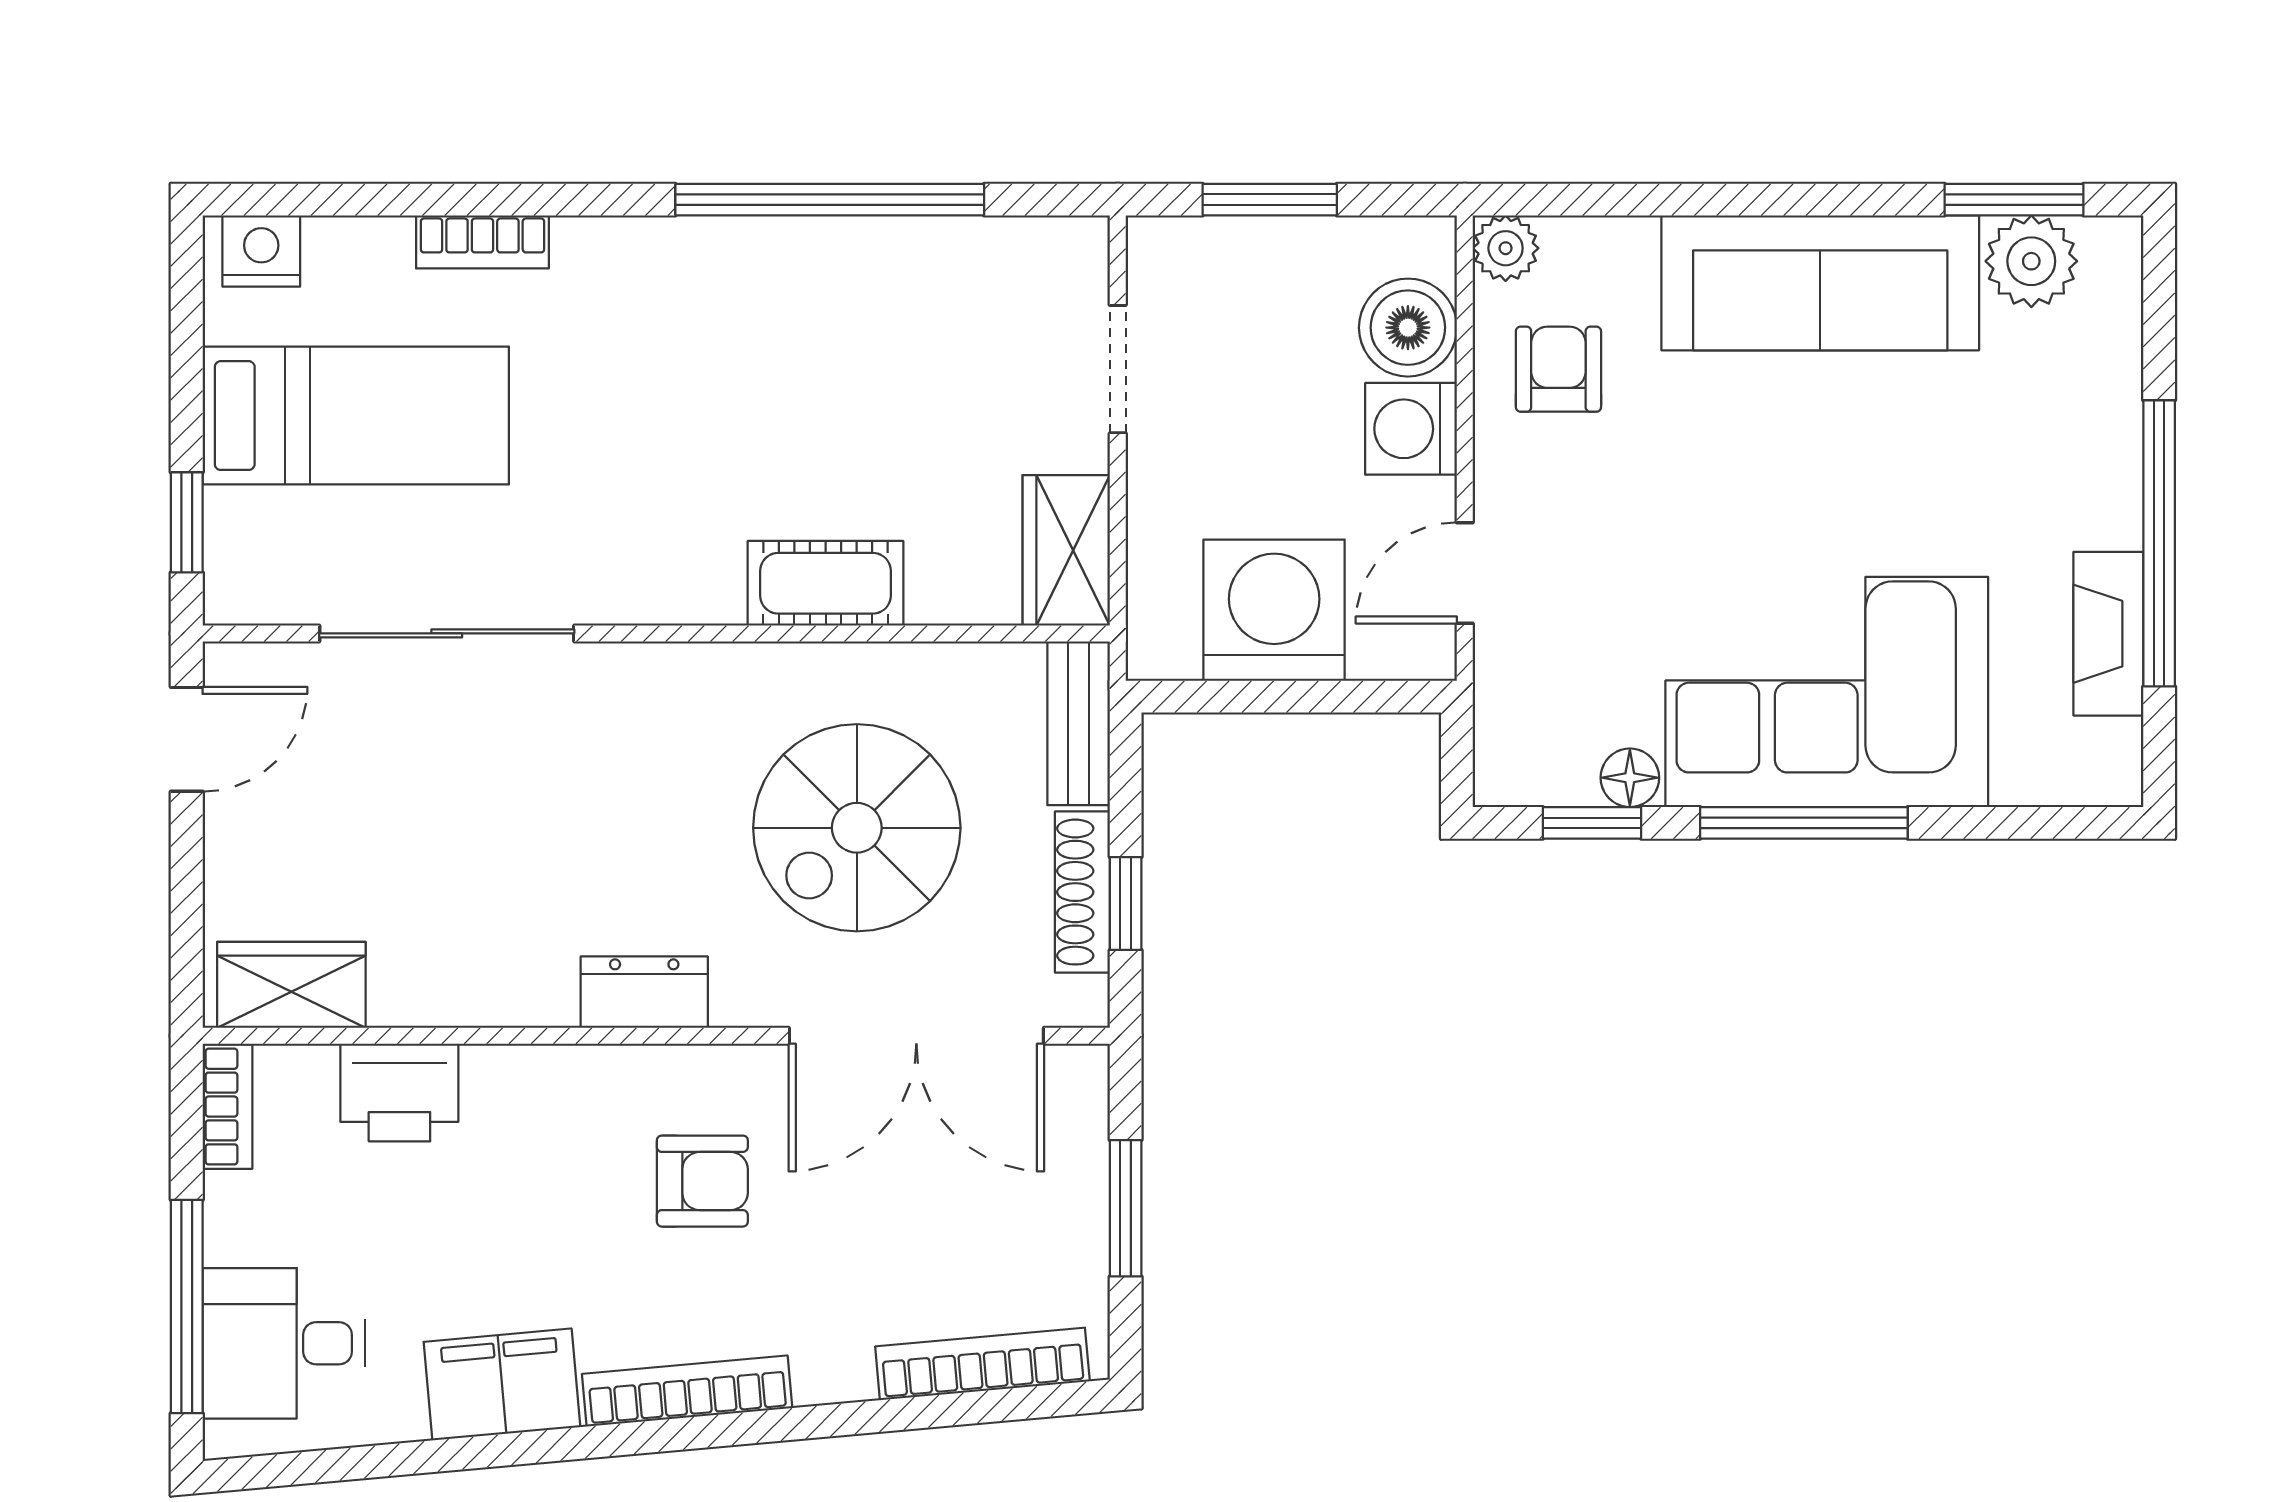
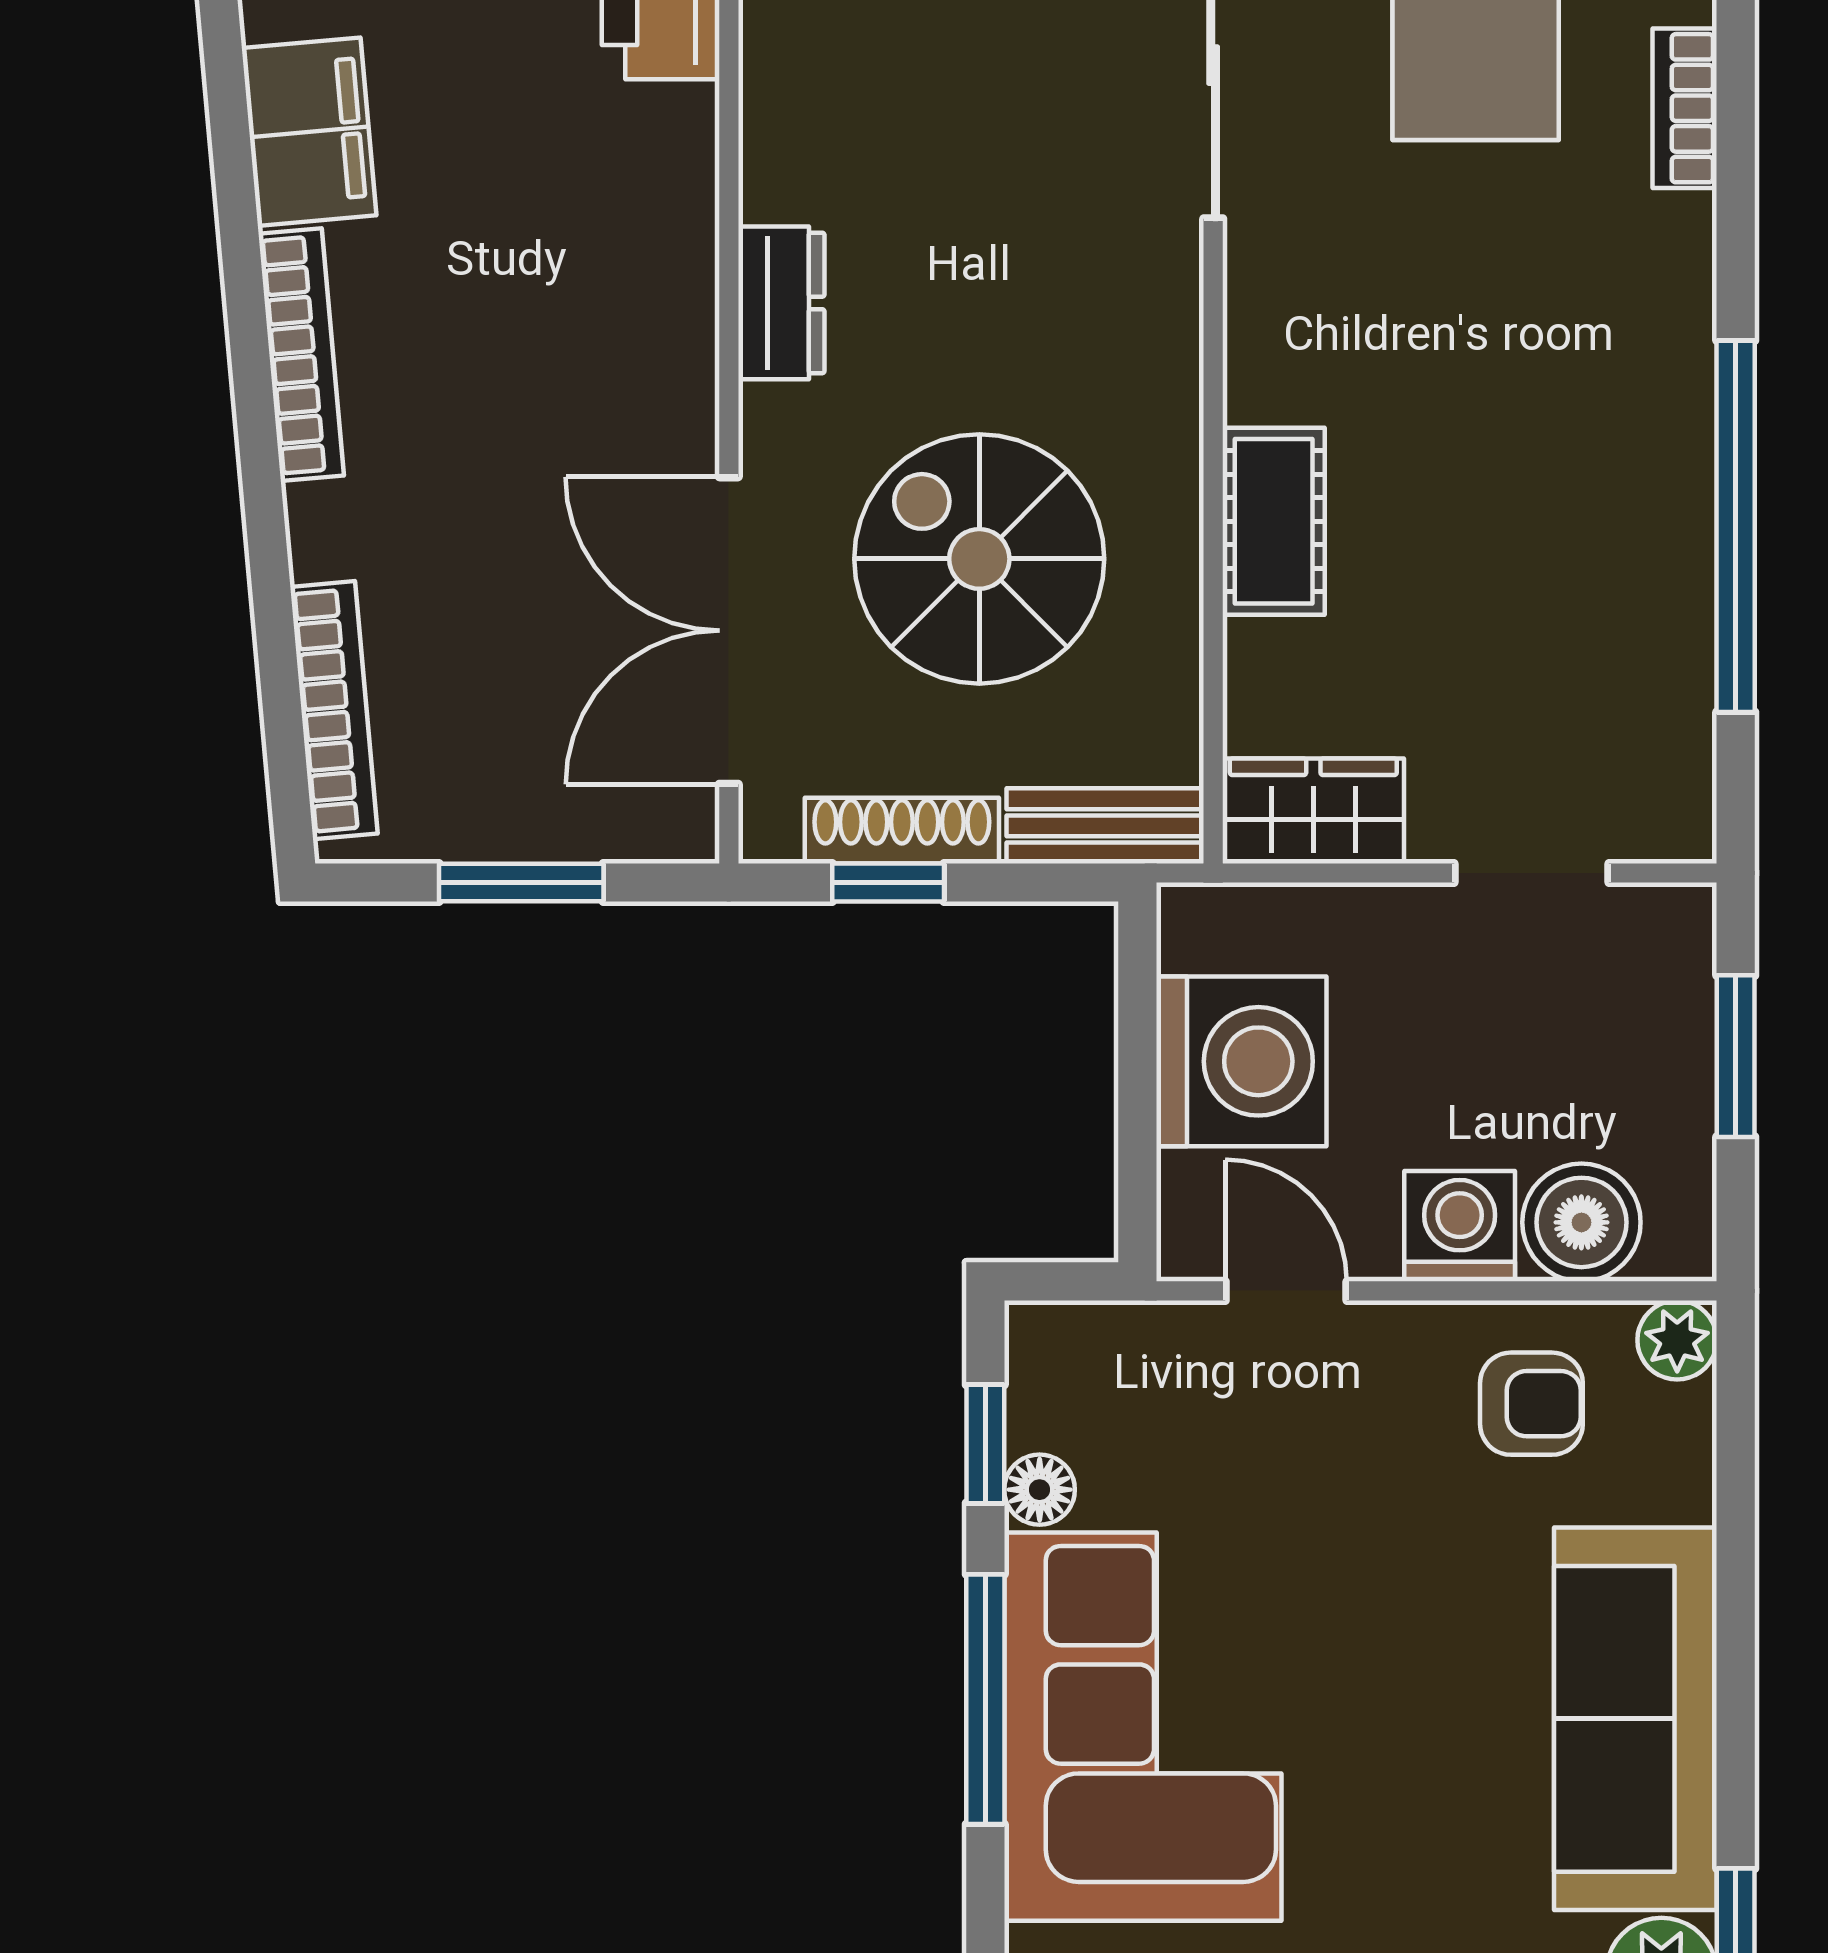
armchair: (702, 1181) -> (554, 373), removed

